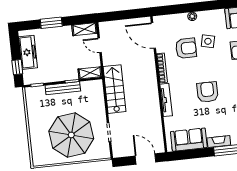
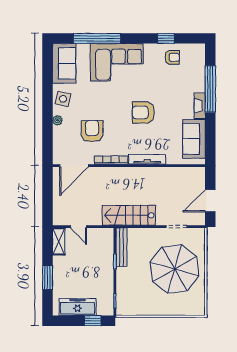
side table: (208, 41) -> (63, 99), moved
door: (100, 45) -> (78, 227), hinge flipped
shelving: (90, 73) -> (108, 241), removed
bench: (63, 88) -> (122, 247), moved
door: (146, 159) -> (210, 201), moved

